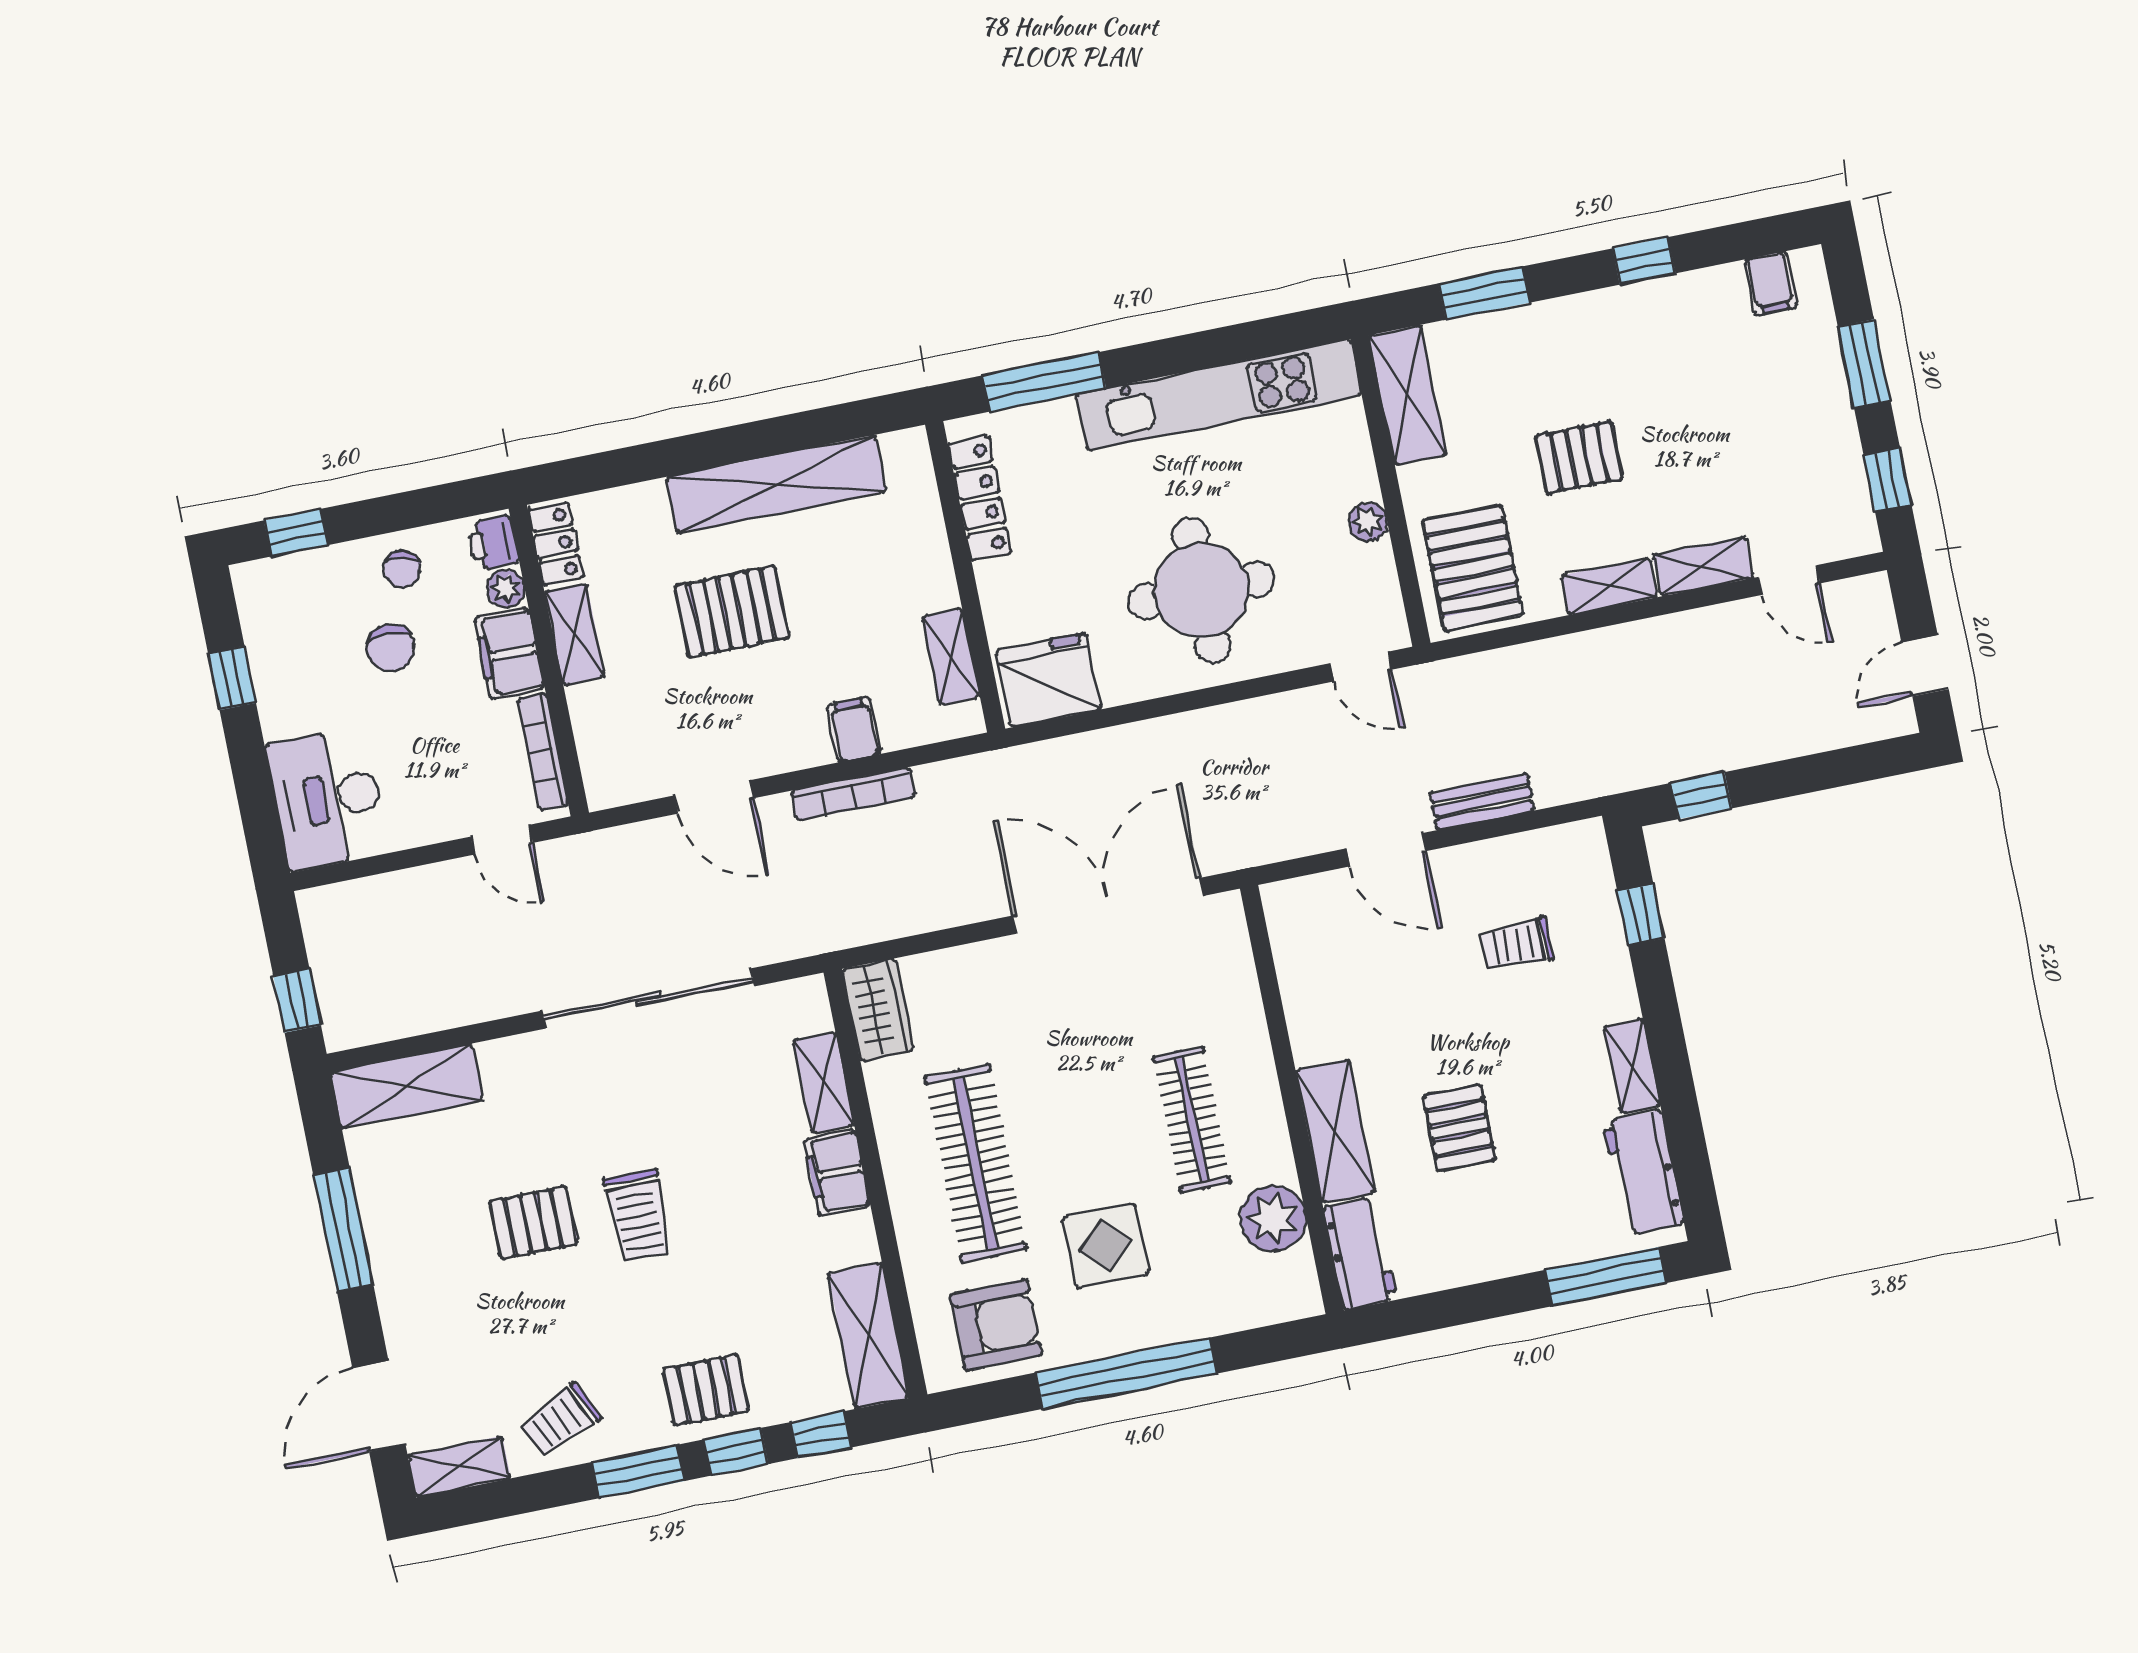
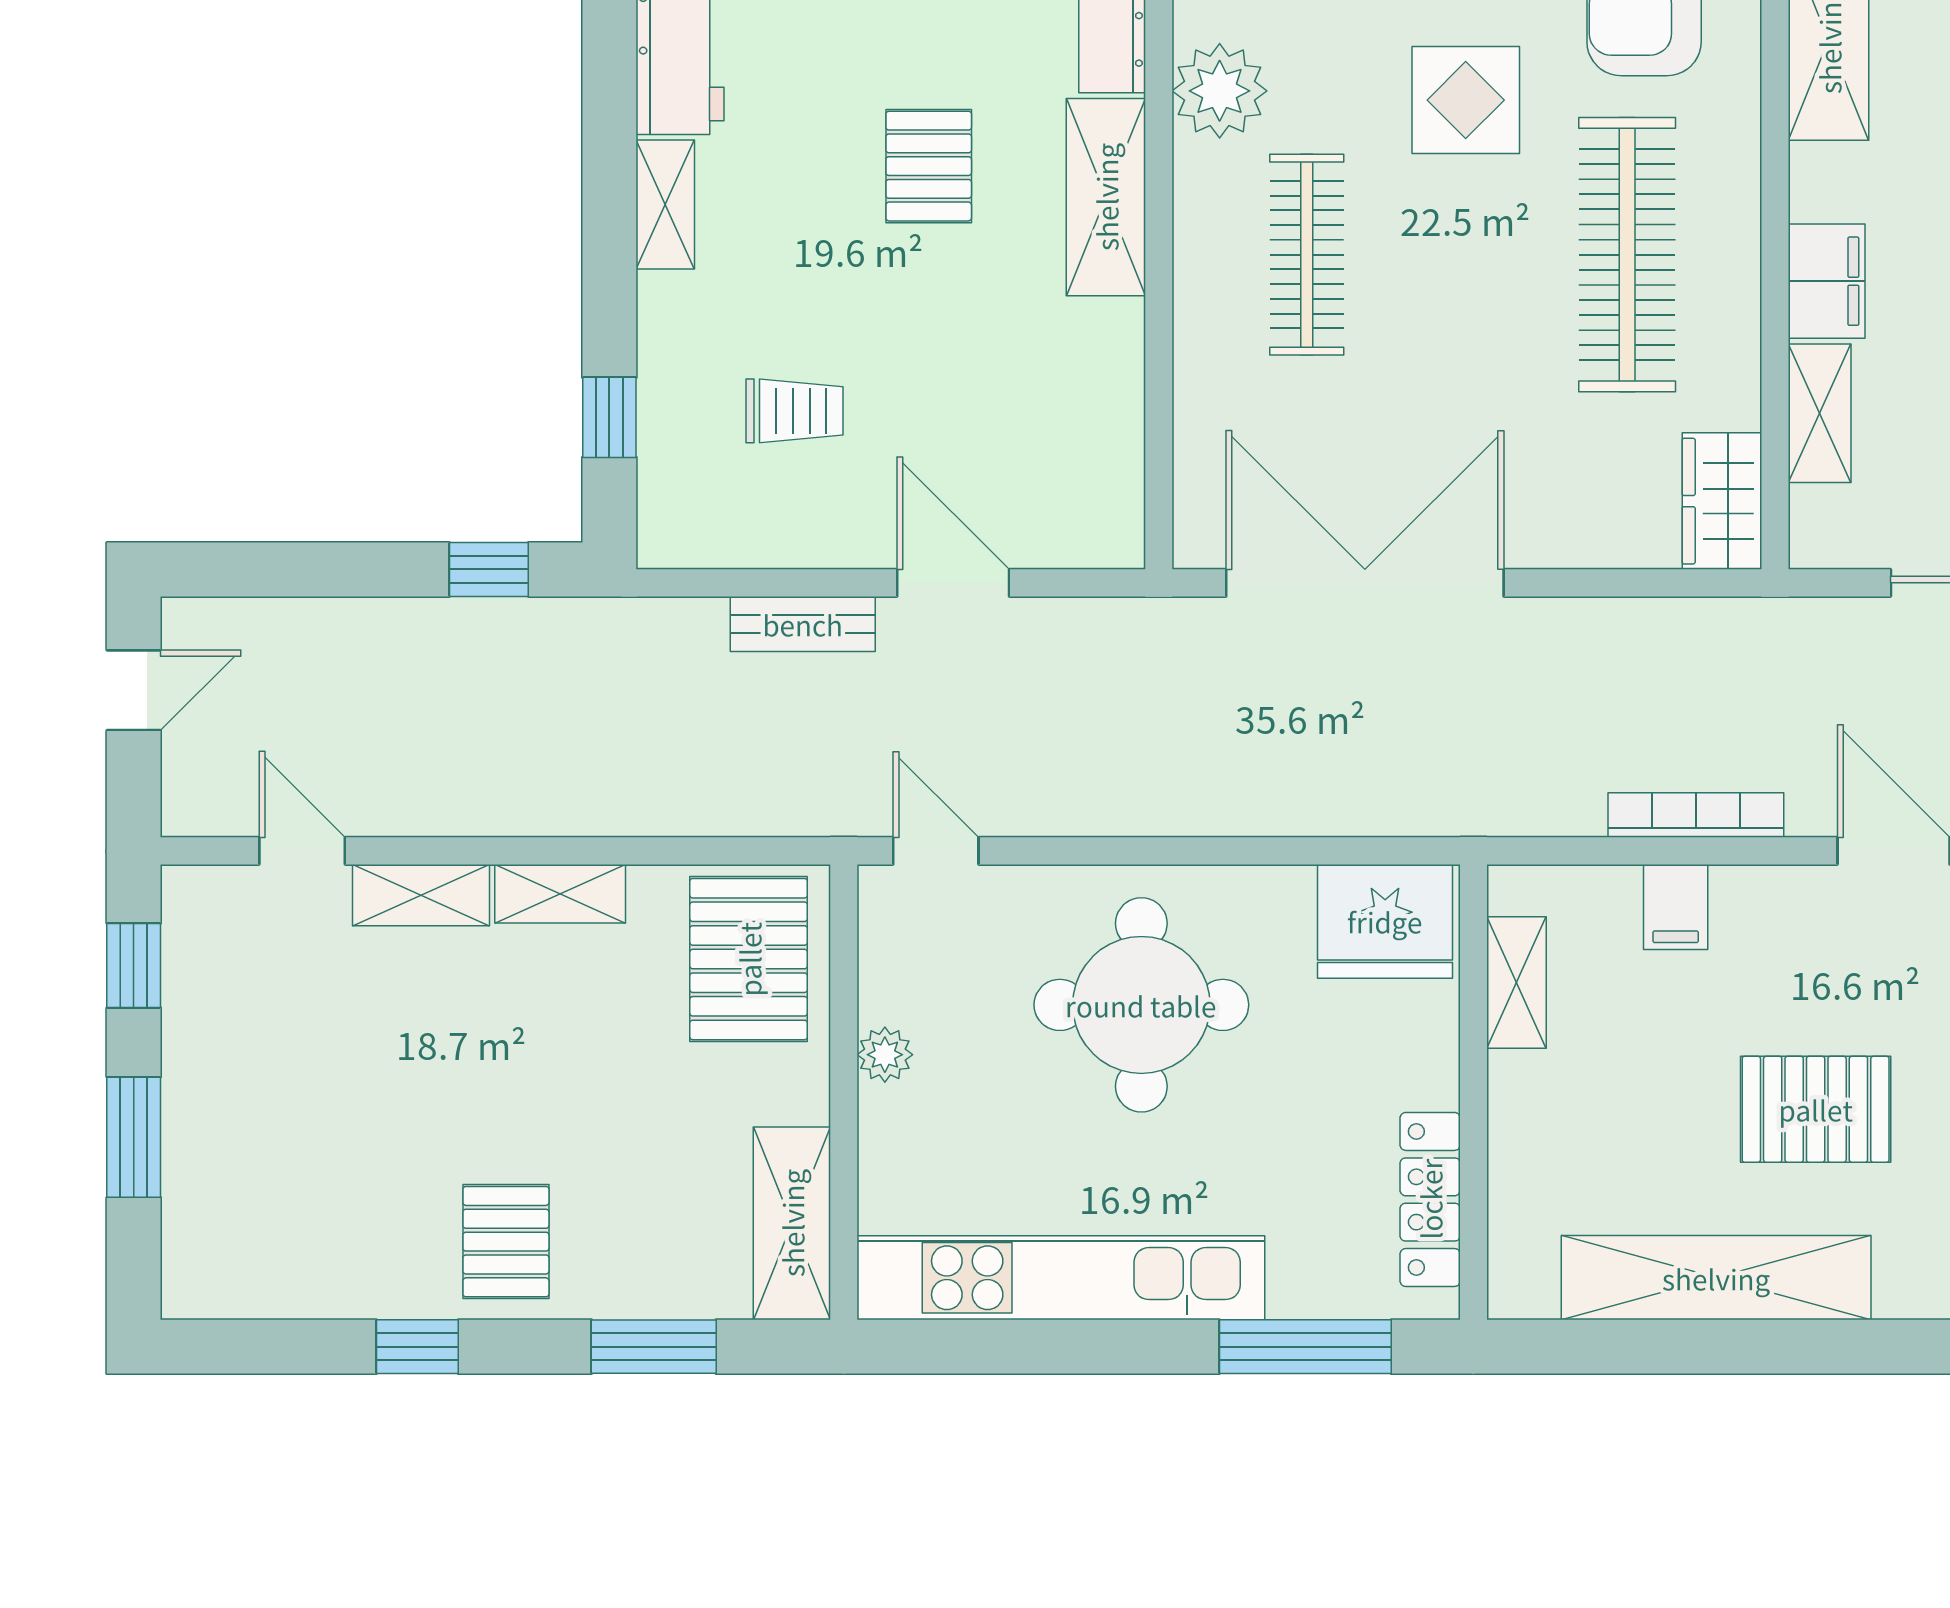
filing cabinet: (1771, 283) -> (243, 1278), removed
pallet: (1579, 457) -> (506, 1242), moved, turned 90
double door: (1108, 906) -> (1365, 583), swing flipped

